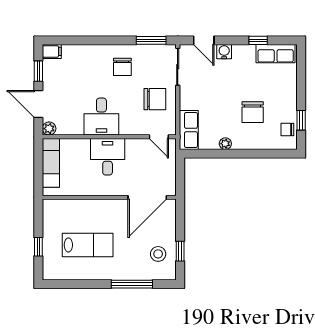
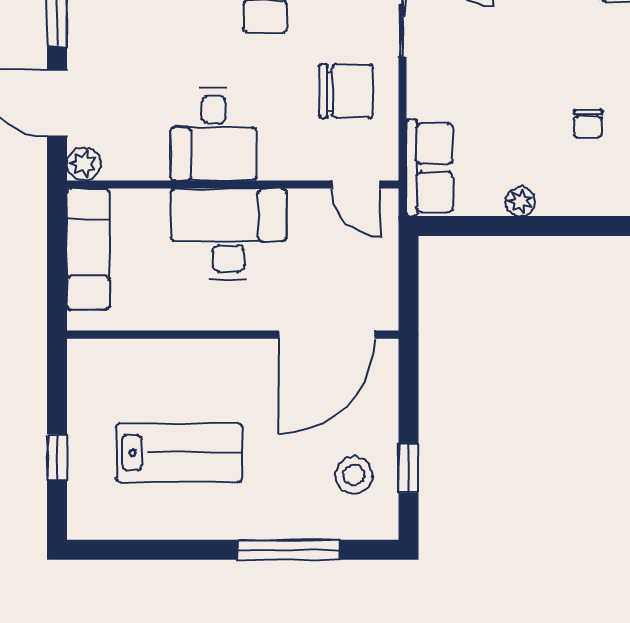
chair: (253, 112) -> (588, 124), width x0.54, depth x0.54
desk: (108, 157) -> (228, 234), width x1.37

